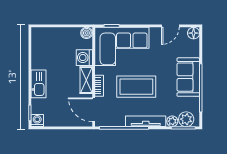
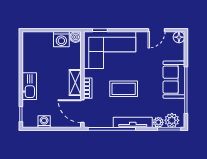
washing machine: (84, 58) -> (61, 39), moved, turned -90
coffee table: (136, 87) -> (124, 89), width x0.73, depth x0.76
washing machine: (37, 121) -> (44, 122), moved

